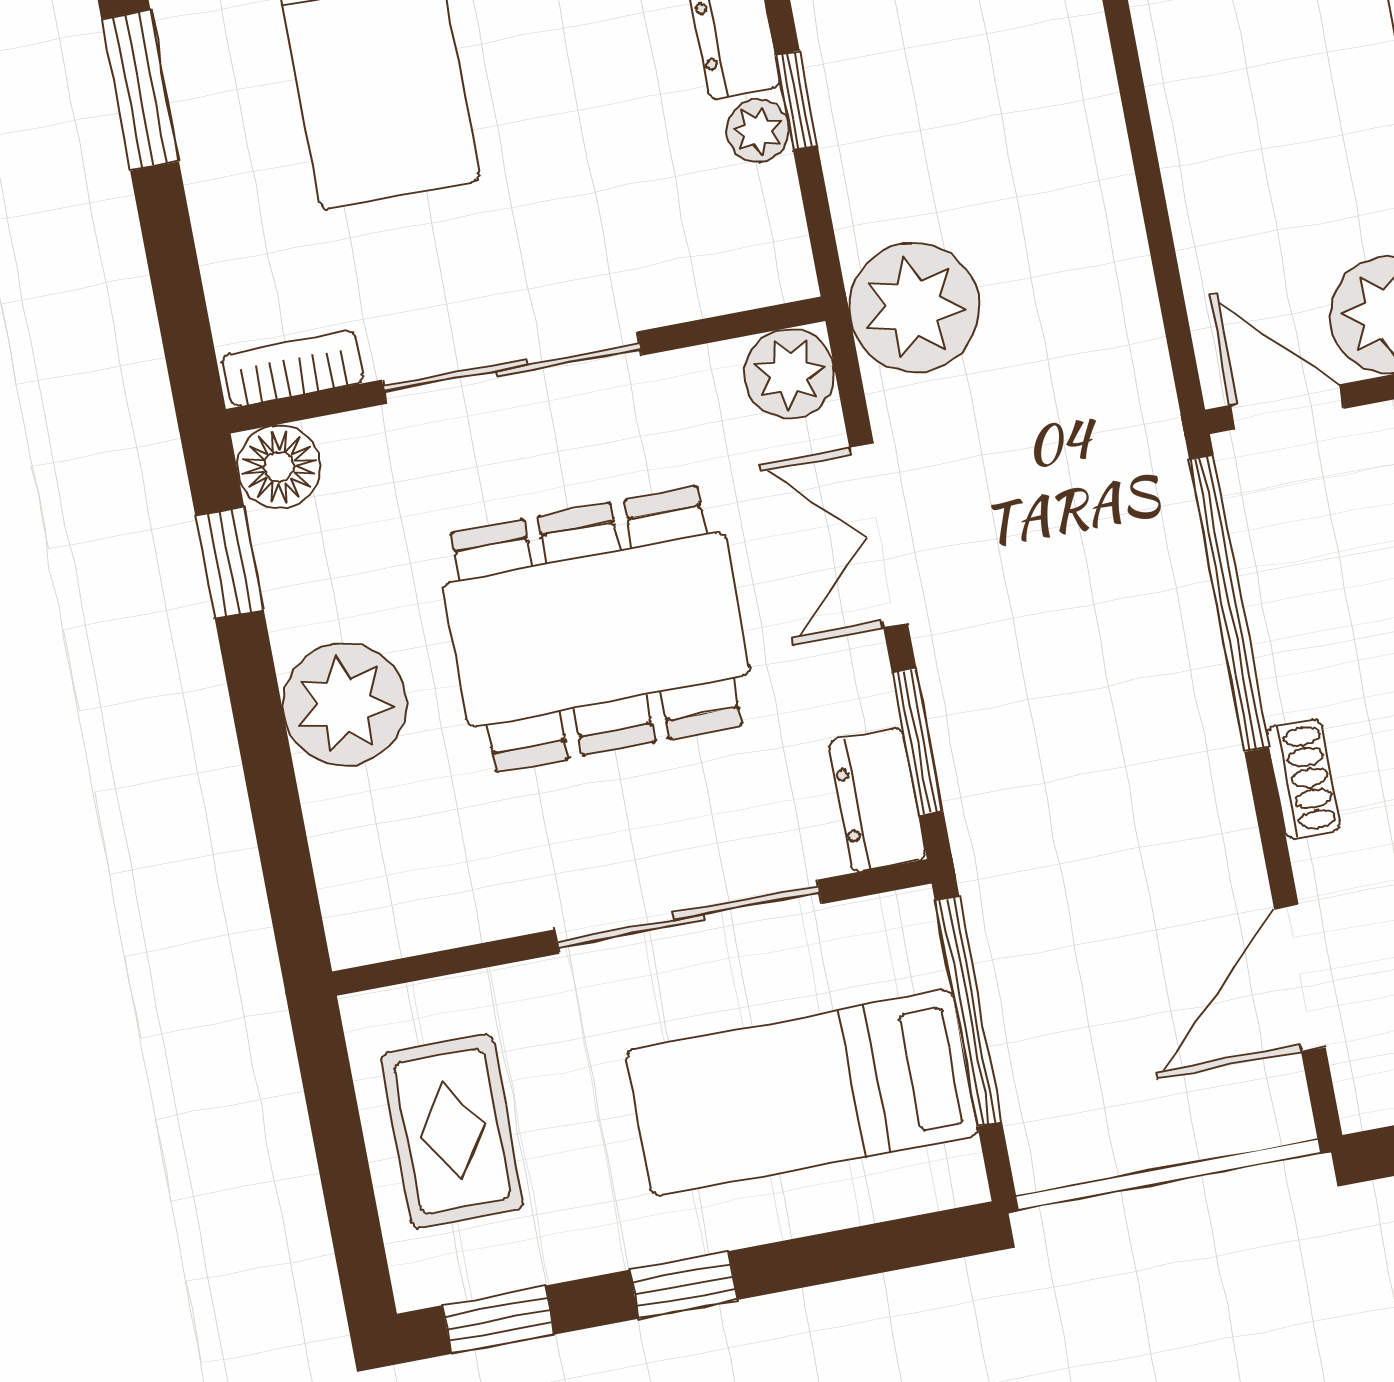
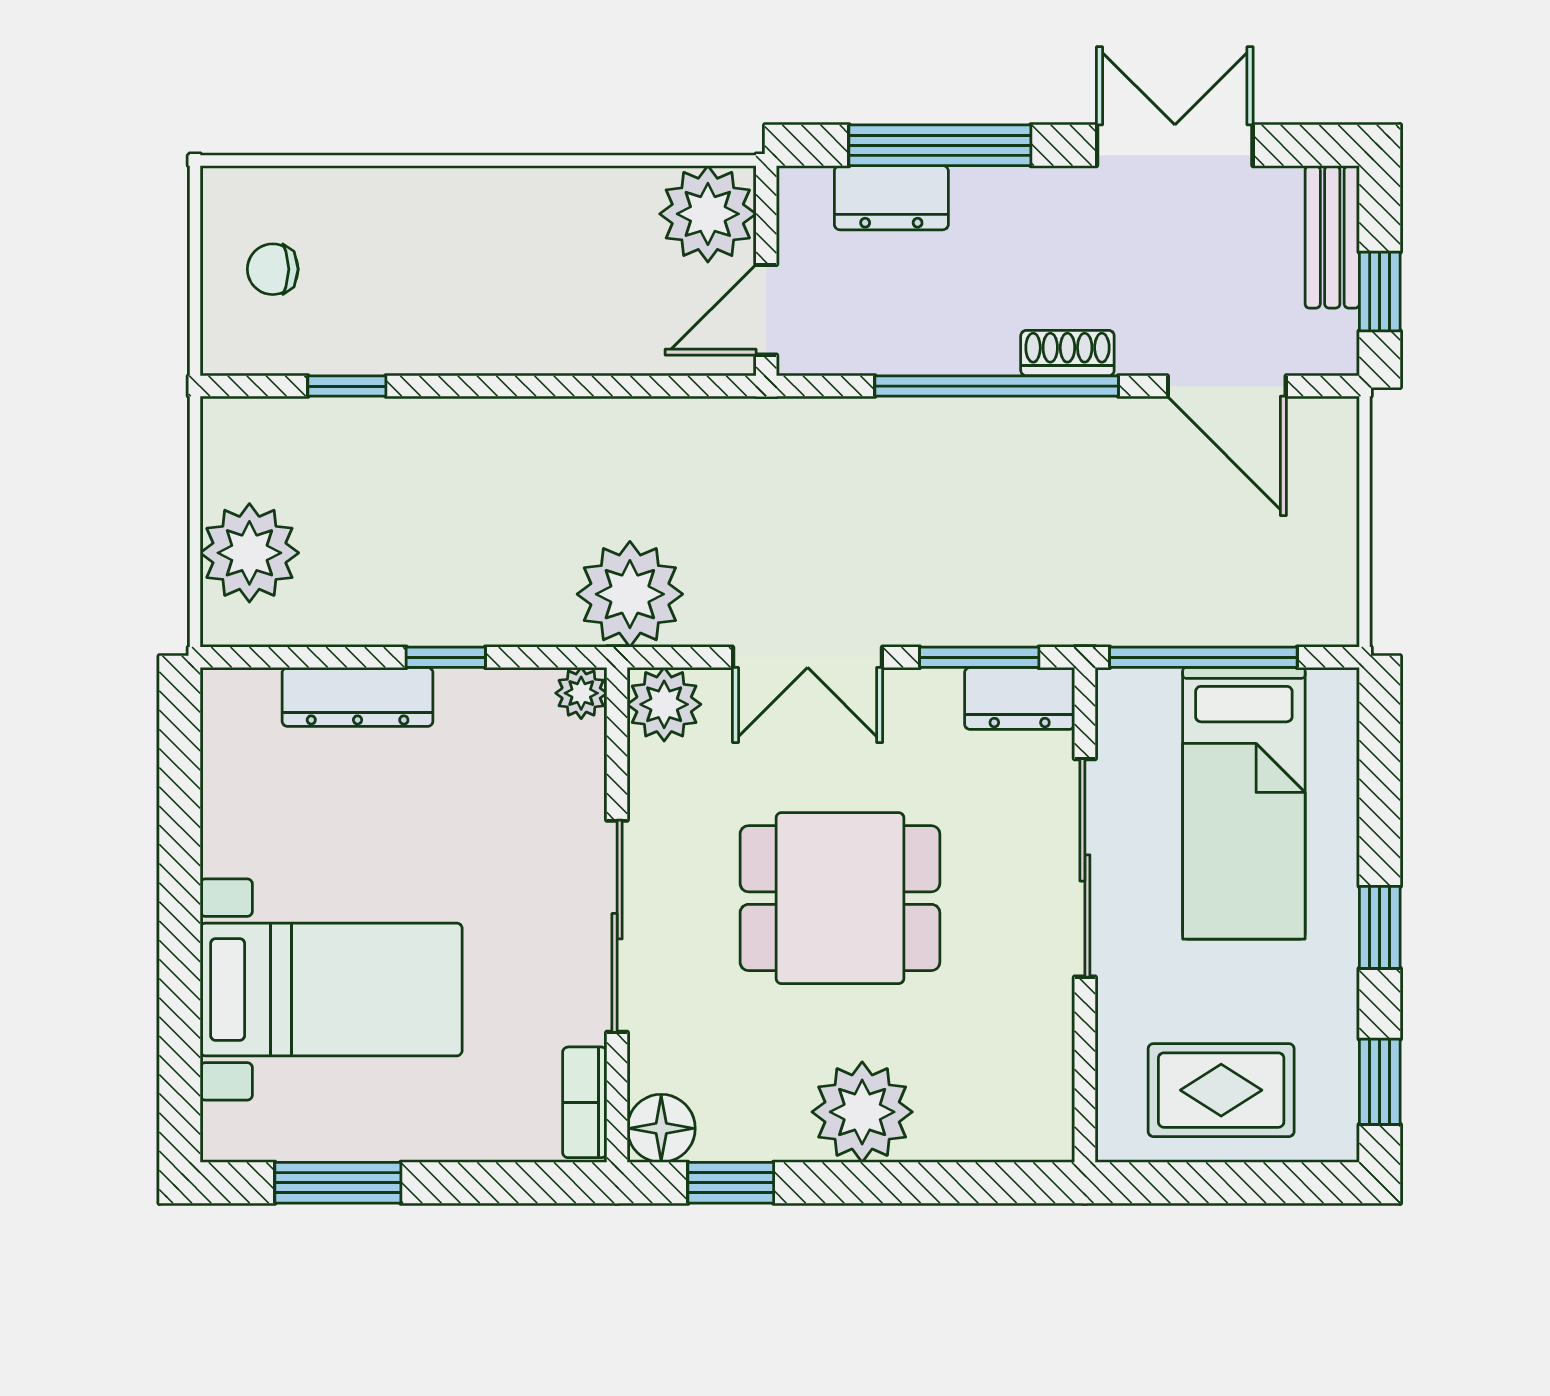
plant: (757, 131) -> (581, 693), moved
window: (1229, 603) -> (997, 386), moved
dining table: (596, 629) -> (840, 898), width x0.73

